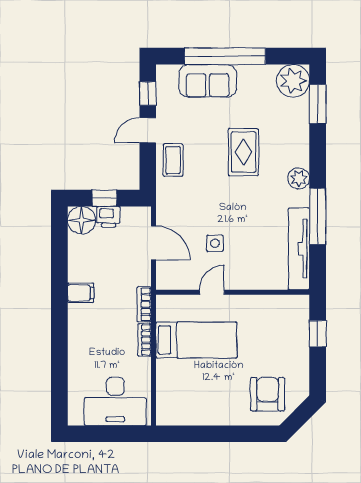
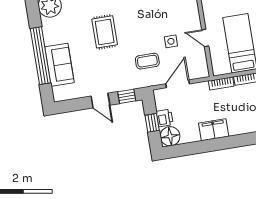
window: (148, 93) -> (127, 96), moved
rug: (244, 152) -> (105, 32), turned 90
coffee table: (173, 160) -> (147, 61), moved
filing cabinet: (81, 293) -> (214, 130), width x2.00

